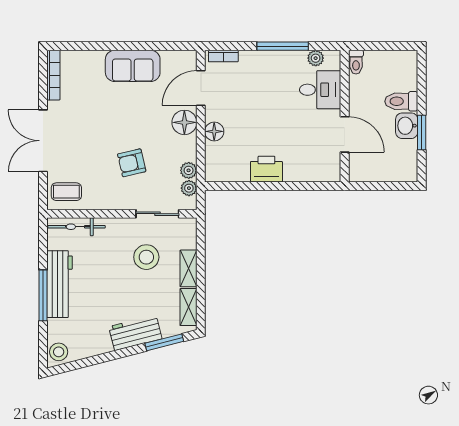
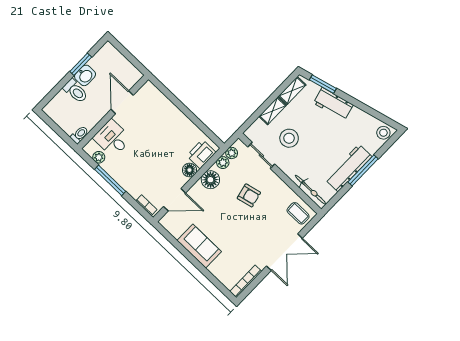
floor lamp: (184, 122) -> (210, 180), moved
printer: (266, 169) -> (201, 154), moved, turned 90

